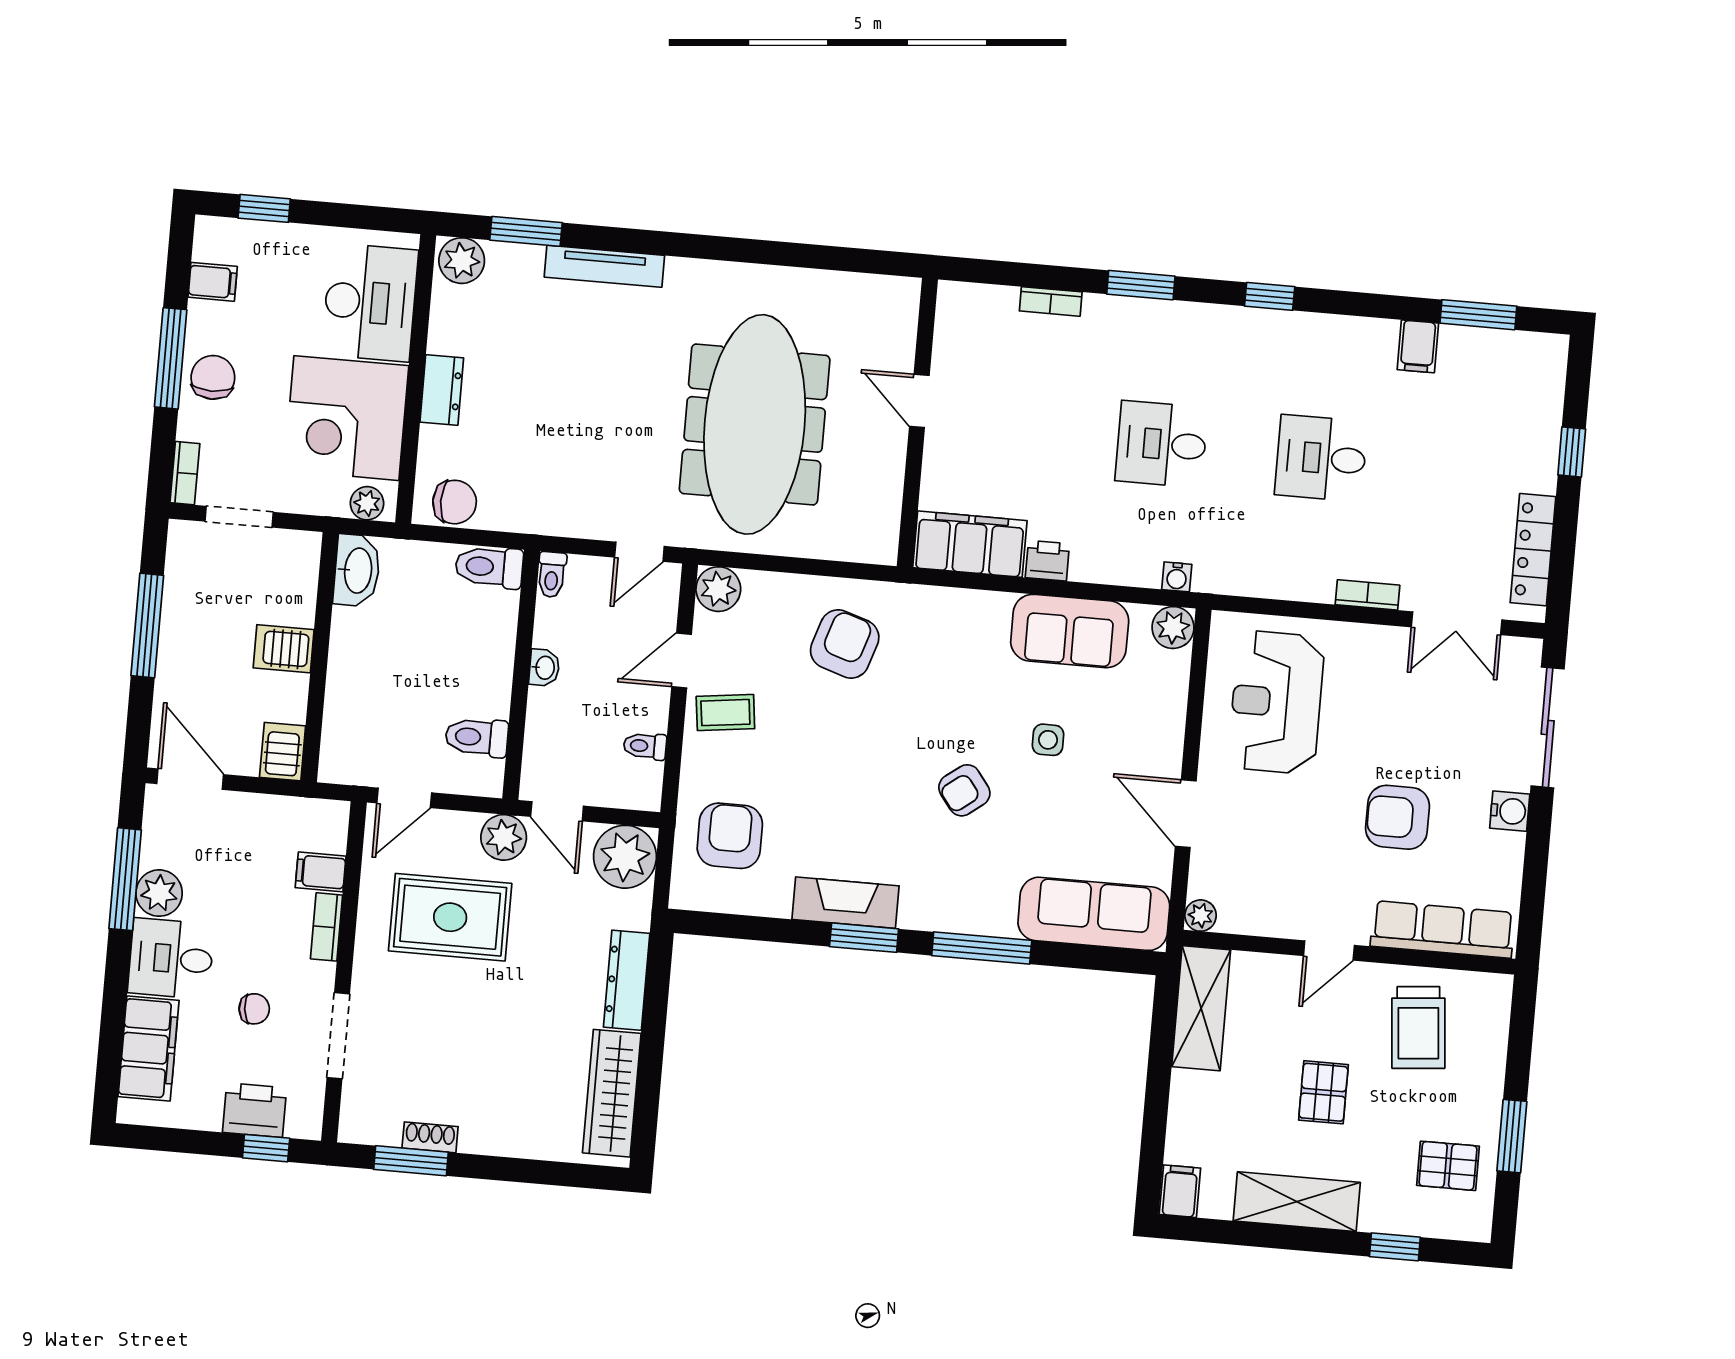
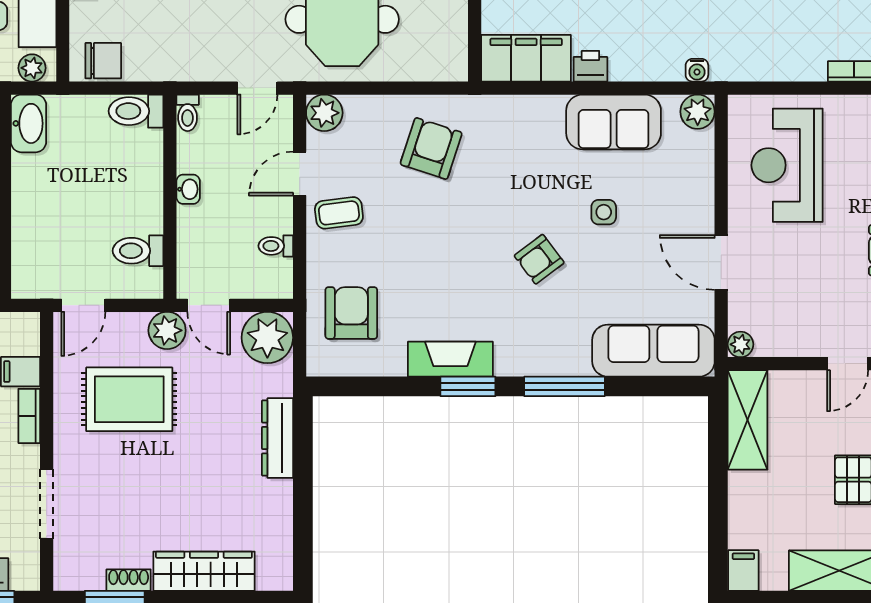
wardrobe: (612, 1093) -> (204, 571), moved, turned 90

